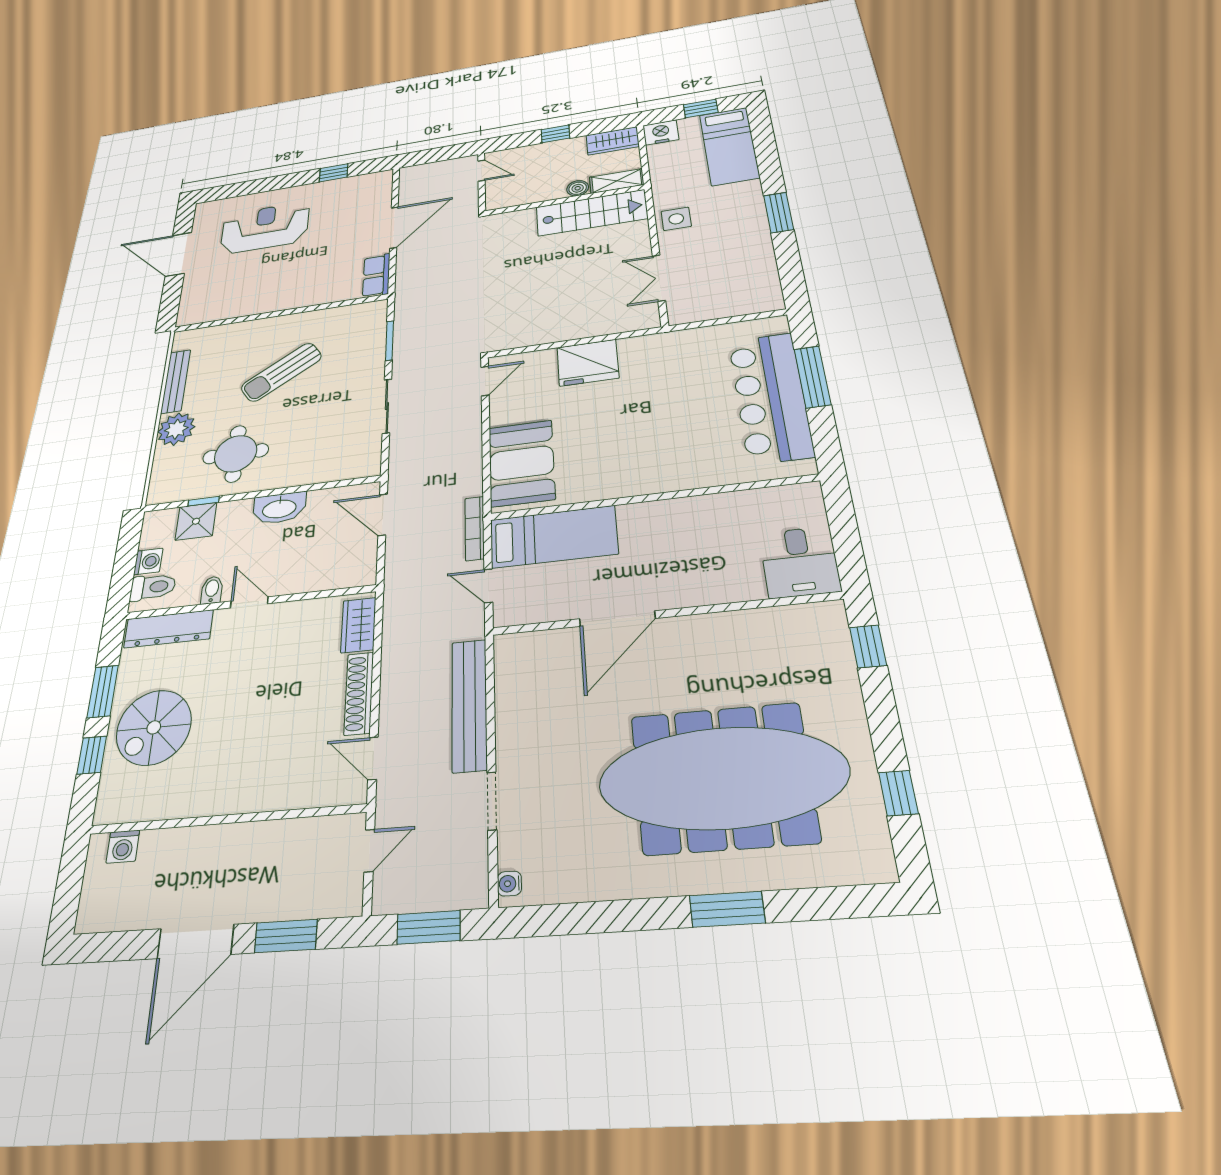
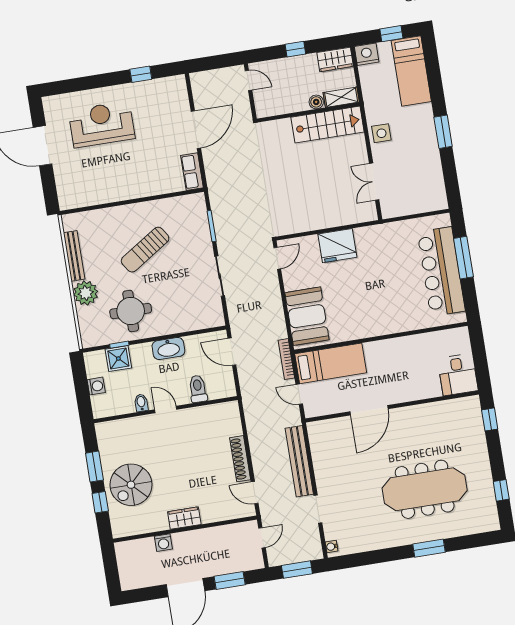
toilet: (153, 587) -> (198, 389), moved, turned -90
wardrobe: (358, 625) -> (184, 518), moved, turned 90
dresser: (168, 629) -> (122, 428), removed
meeting table: (723, 778) -> (425, 489), width x0.73, depth x0.79
washing machine: (123, 847) -> (163, 543), moved

